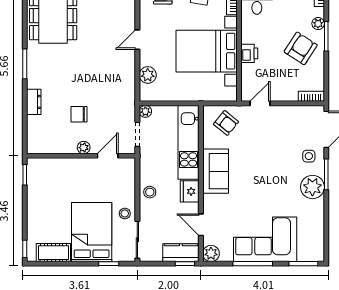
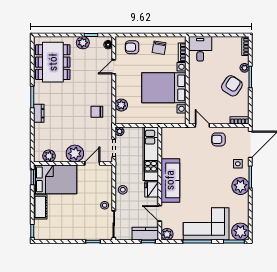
door: (137, 40) -> (114, 67), moved
printer: (249, 53) -> (195, 89), removed
dresser: (34, 102) -> (39, 113), moved
door: (260, 103) -> (202, 126), hinge flipped
chair: (79, 114) -> (97, 112), moved
armchair: (226, 123) -> (219, 139), moved, turned 141
plant: (48, 145) -> (49, 156), added
plant: (84, 148) -> (75, 154), width x1.88, depth x1.88
sofa: (216, 171) -> (170, 180), width x1.36
bed: (92, 232) -> (55, 179), moved, turned 90
plant: (312, 250) -> (240, 232), added
cot: (53, 253) -> (40, 207), moved, turned 90

